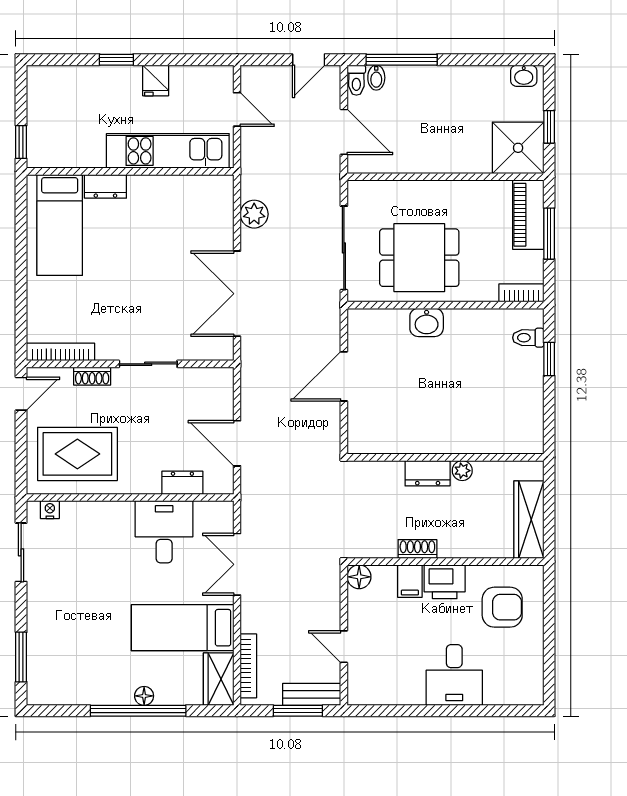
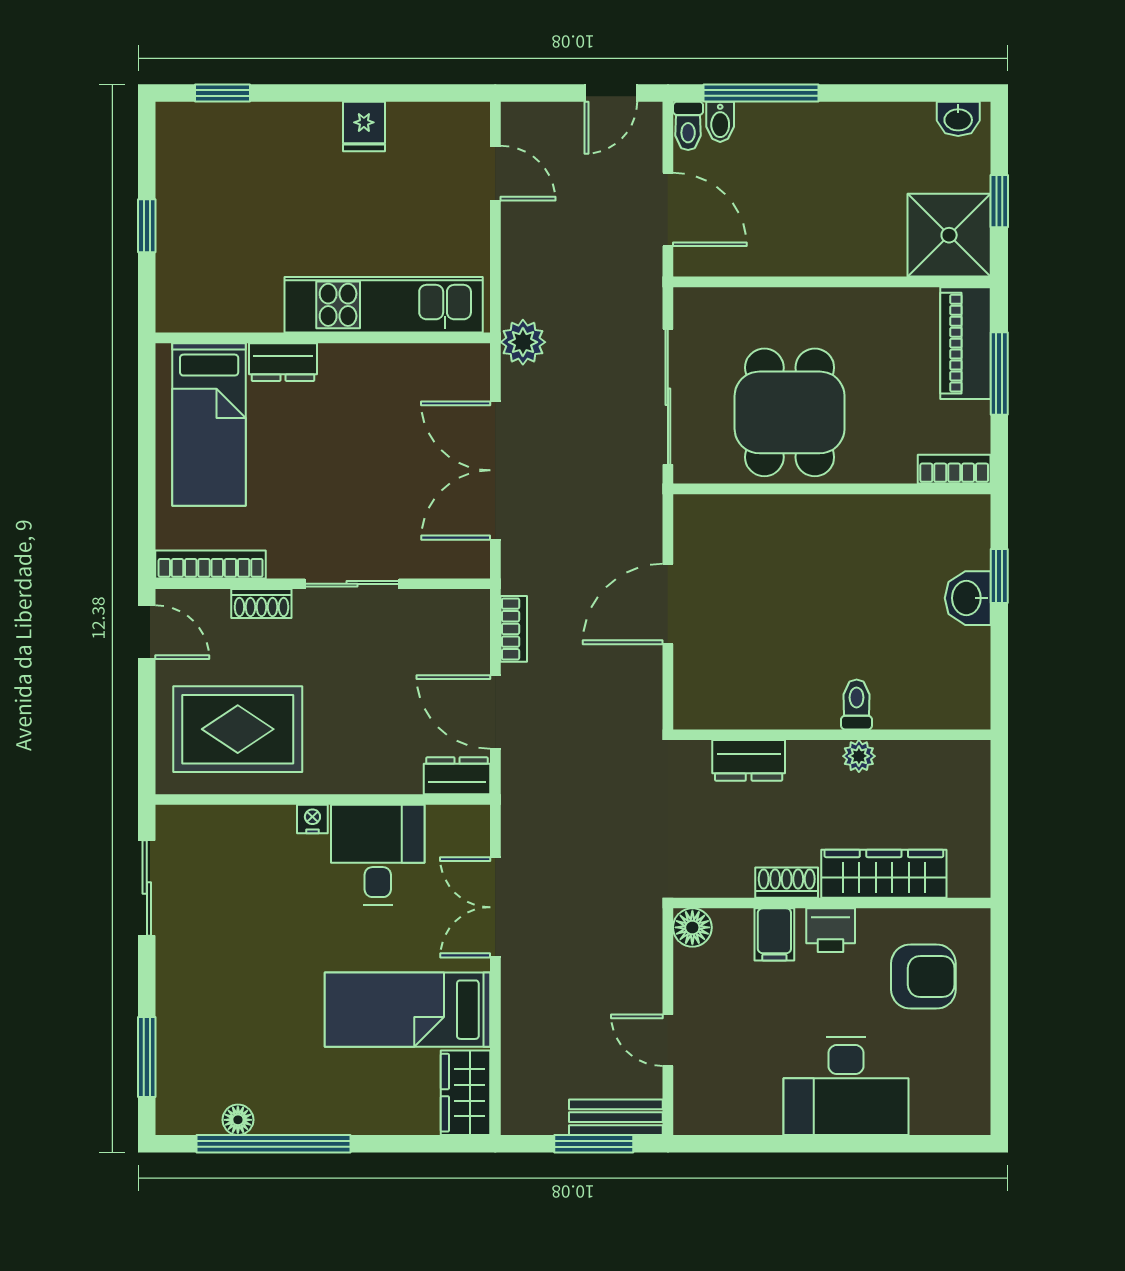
window: (116, 60) -> (223, 93), moved
kitchen unit: (168, 151) -> (384, 305), moved
wall: (130, 171) -> (323, 338), moved
dresser: (105, 186) -> (283, 362), moved
bed: (60, 225) -> (209, 424), moved
dining table: (419, 258) -> (790, 412), turned 90
washbasin: (427, 322) -> (968, 598), moved, turned 90
toilet: (528, 338) -> (857, 705), moved, turned 90
door: (21, 394) -> (147, 632), hinge flipped
dresser: (428, 473) -> (749, 760), moved
dresser: (182, 483) -> (457, 776), moved
nightstand: (50, 510) -> (312, 819), moved
wardrobe: (529, 520) -> (884, 874), moved, turned 90
printer: (445, 582) -> (831, 930), width x0.73, depth x0.81
bookcase: (248, 666) -> (514, 629), moved, width x0.64
desk: (454, 675) -> (846, 1086), width x1.37
floor lamp: (144, 696) -> (238, 1120), moved
window: (138, 711) -> (273, 1144), moved

